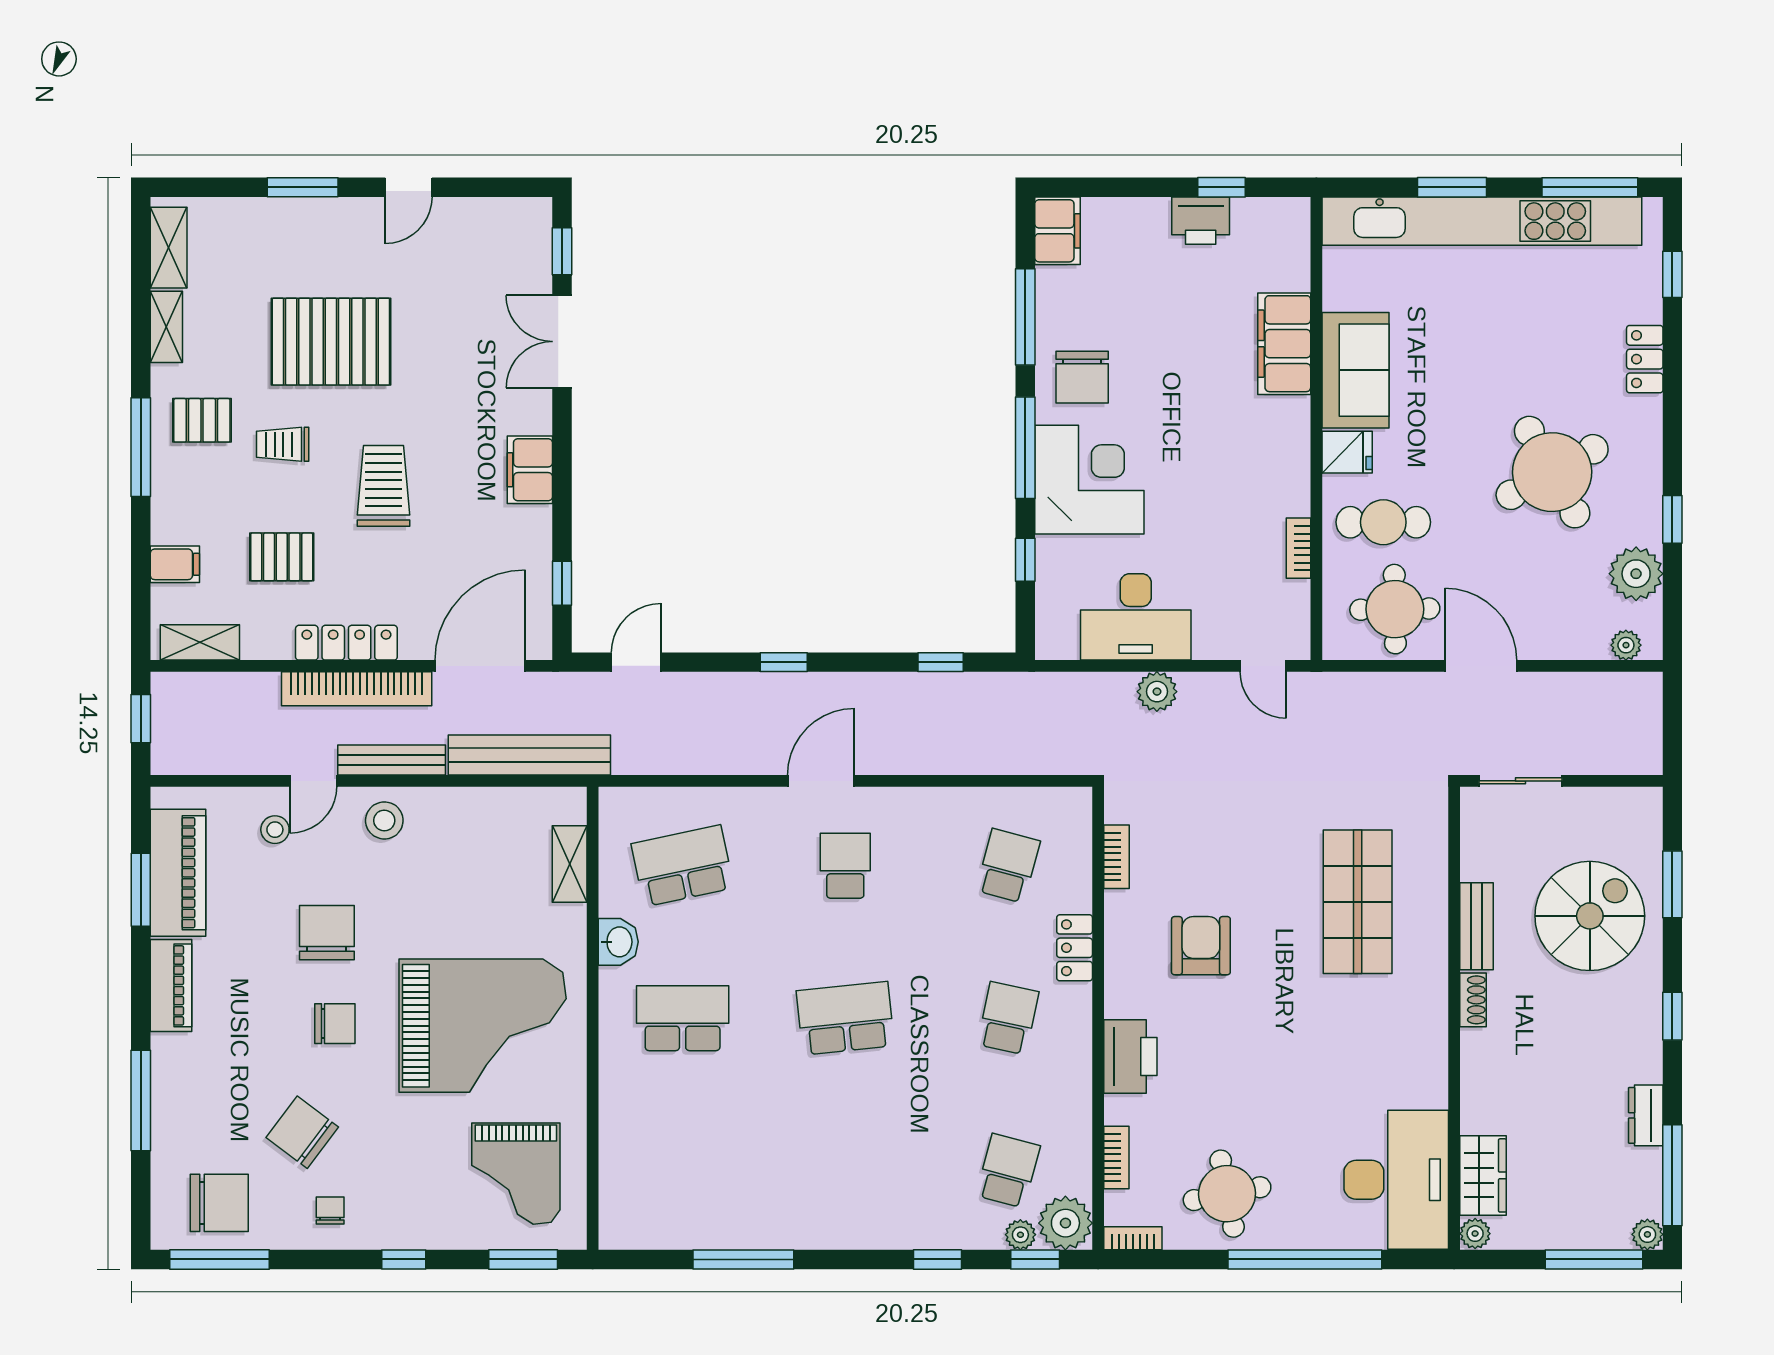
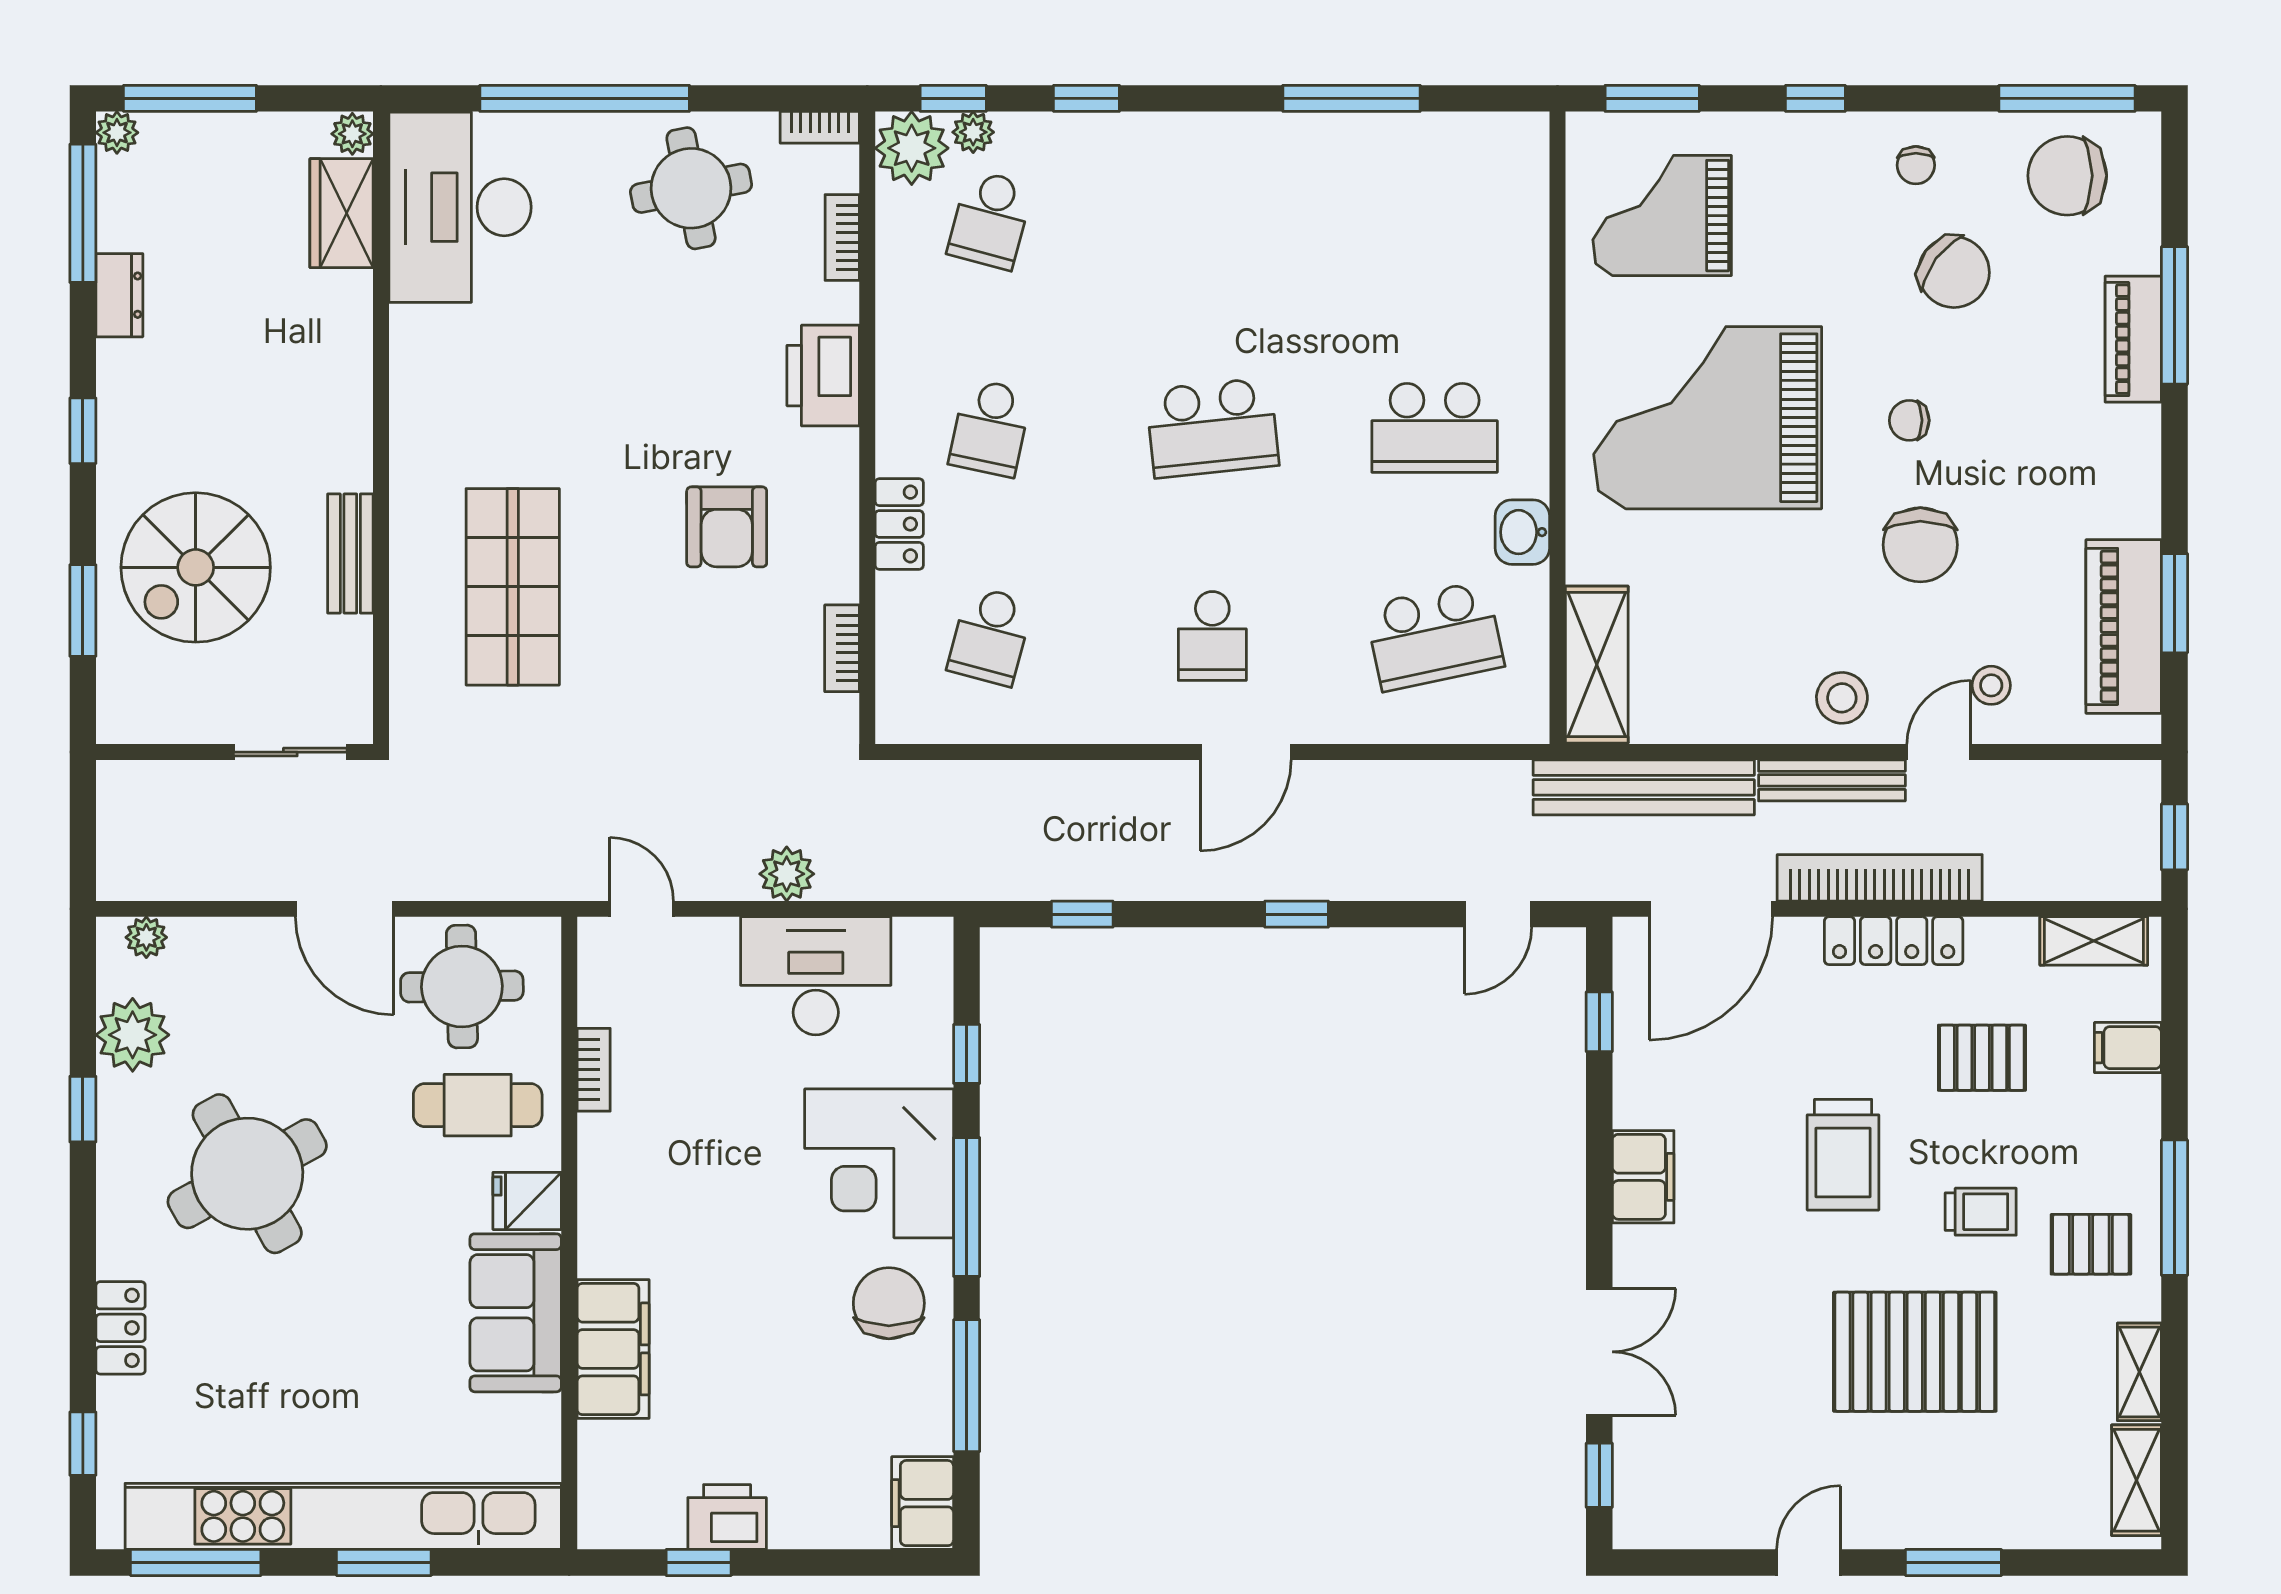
shelving: (570, 864) -> (1597, 665), width x1.50, depth x1.33
piano: (171, 985) -> (2133, 339), moved
shoe rack: (1473, 1000) -> (355, 453), removed
chair: (335, 1024) -> (1909, 420), width x0.73, depth x0.73
grand piano: (516, 1174) -> (1662, 216), turned -90

